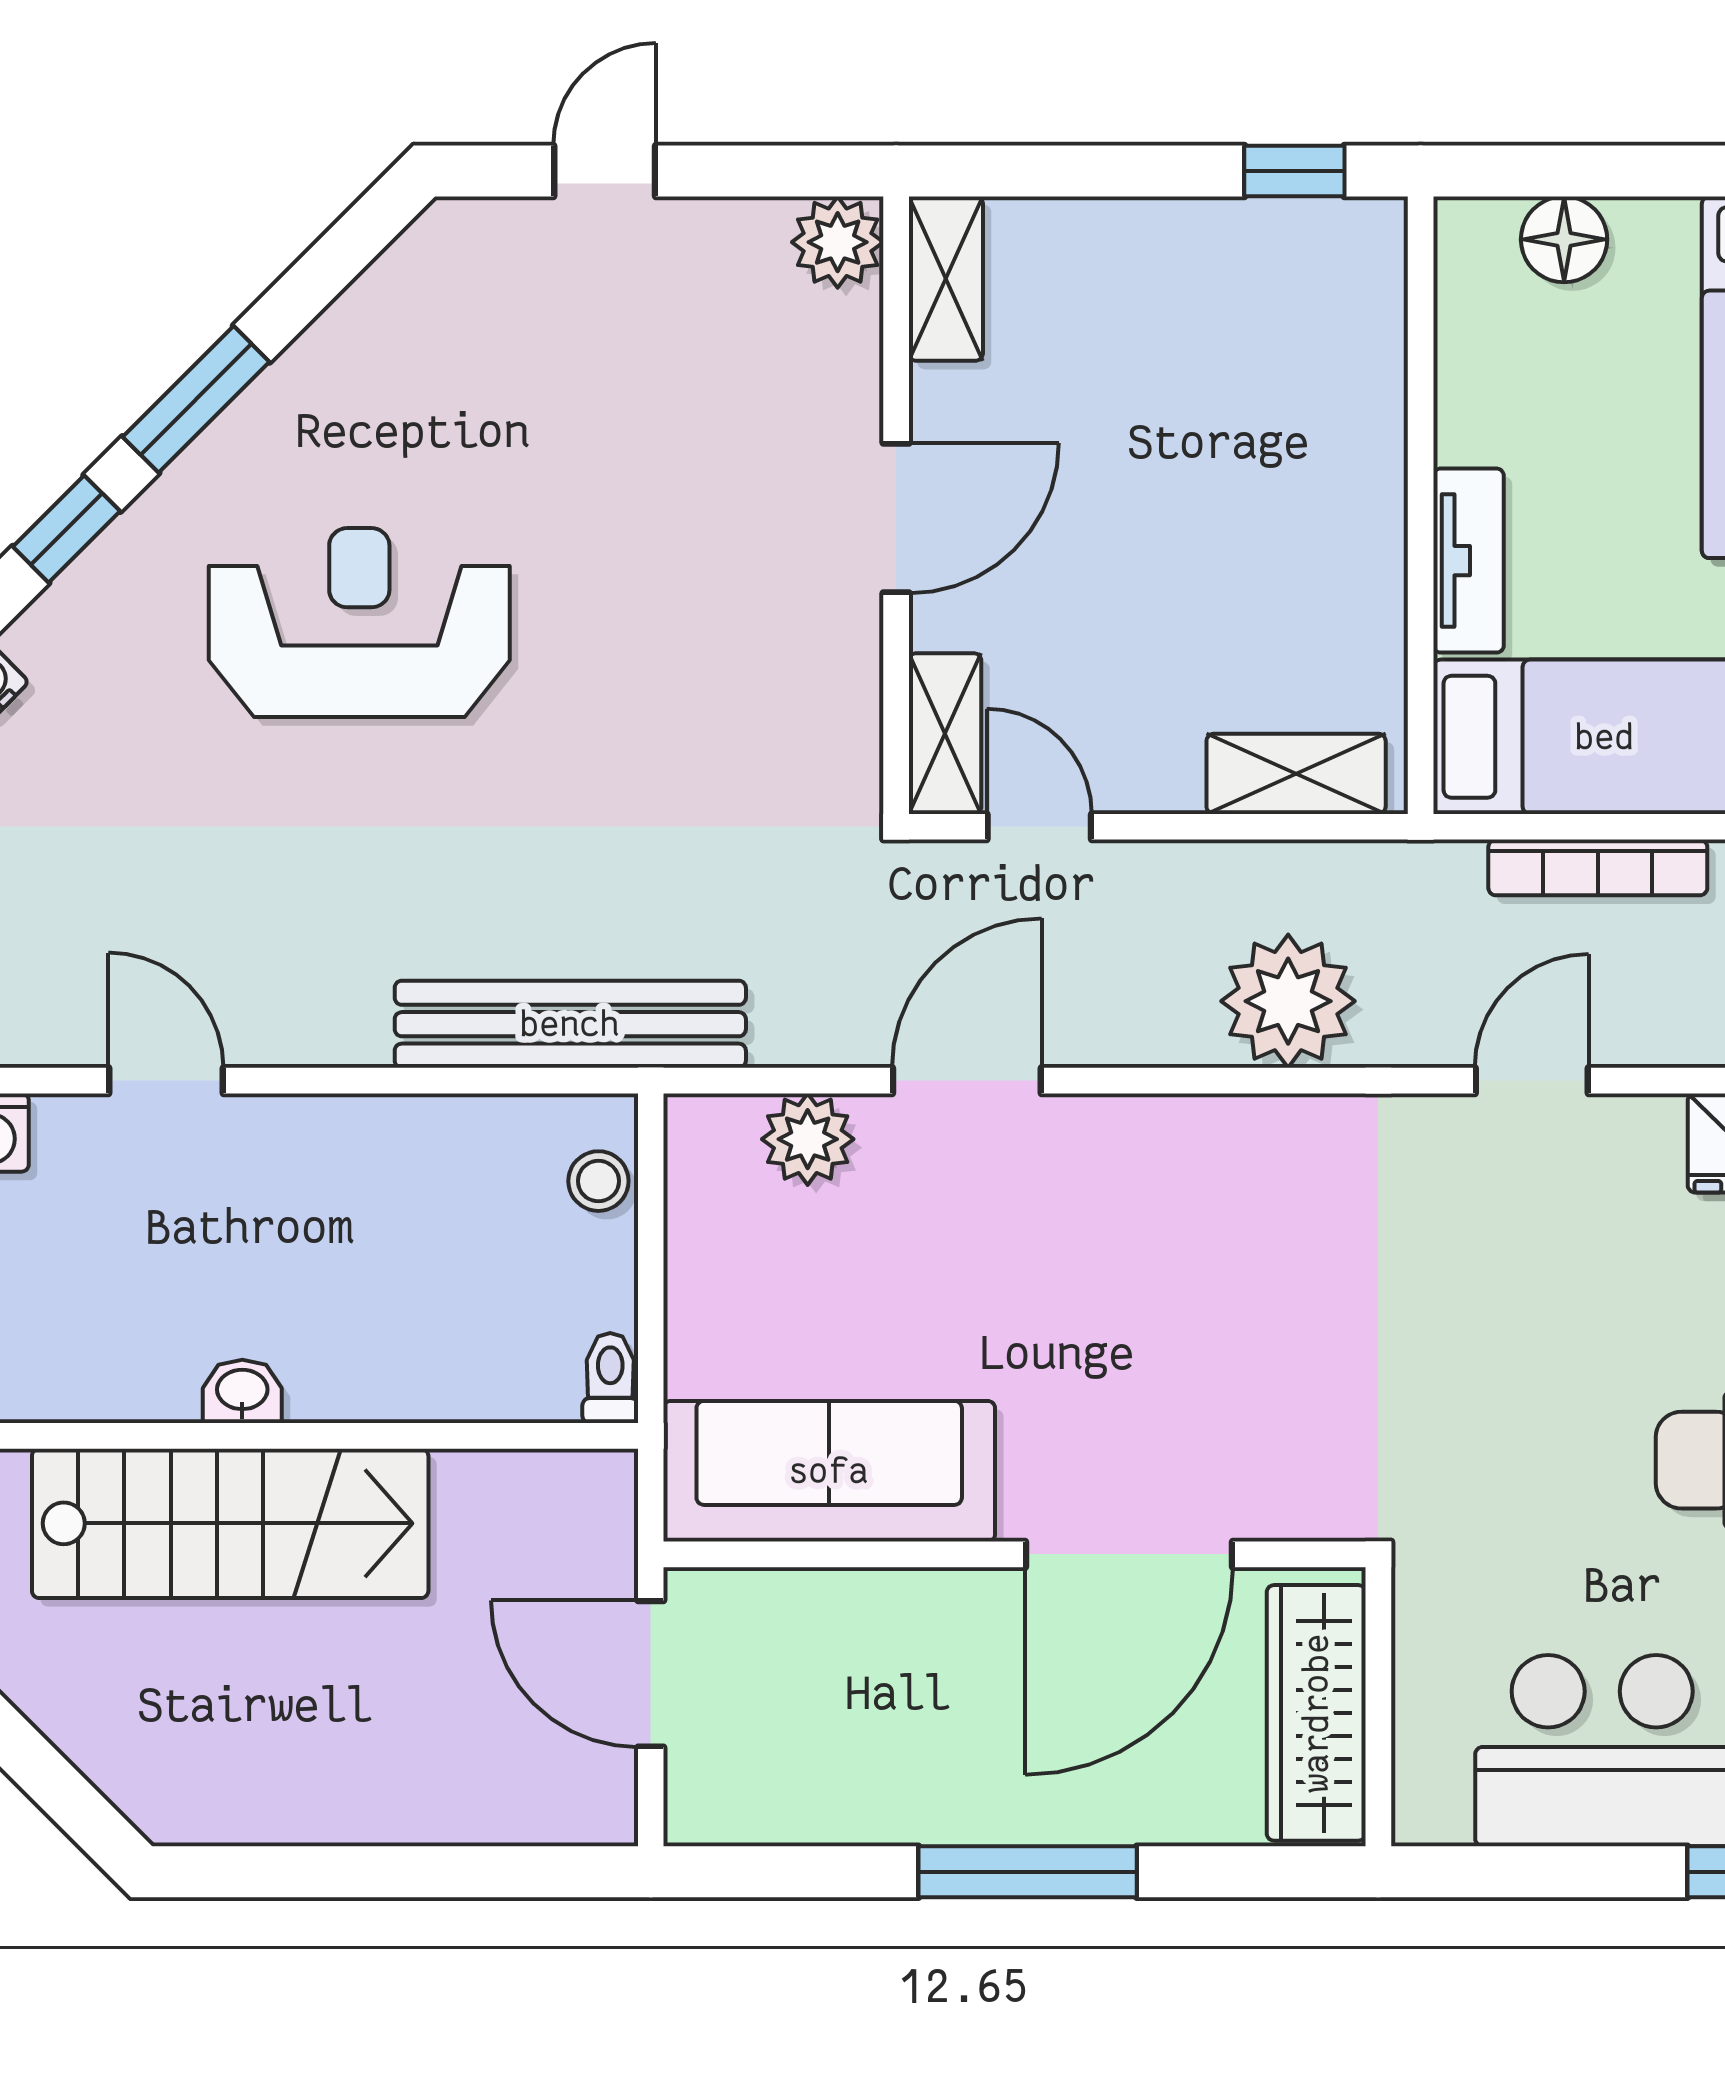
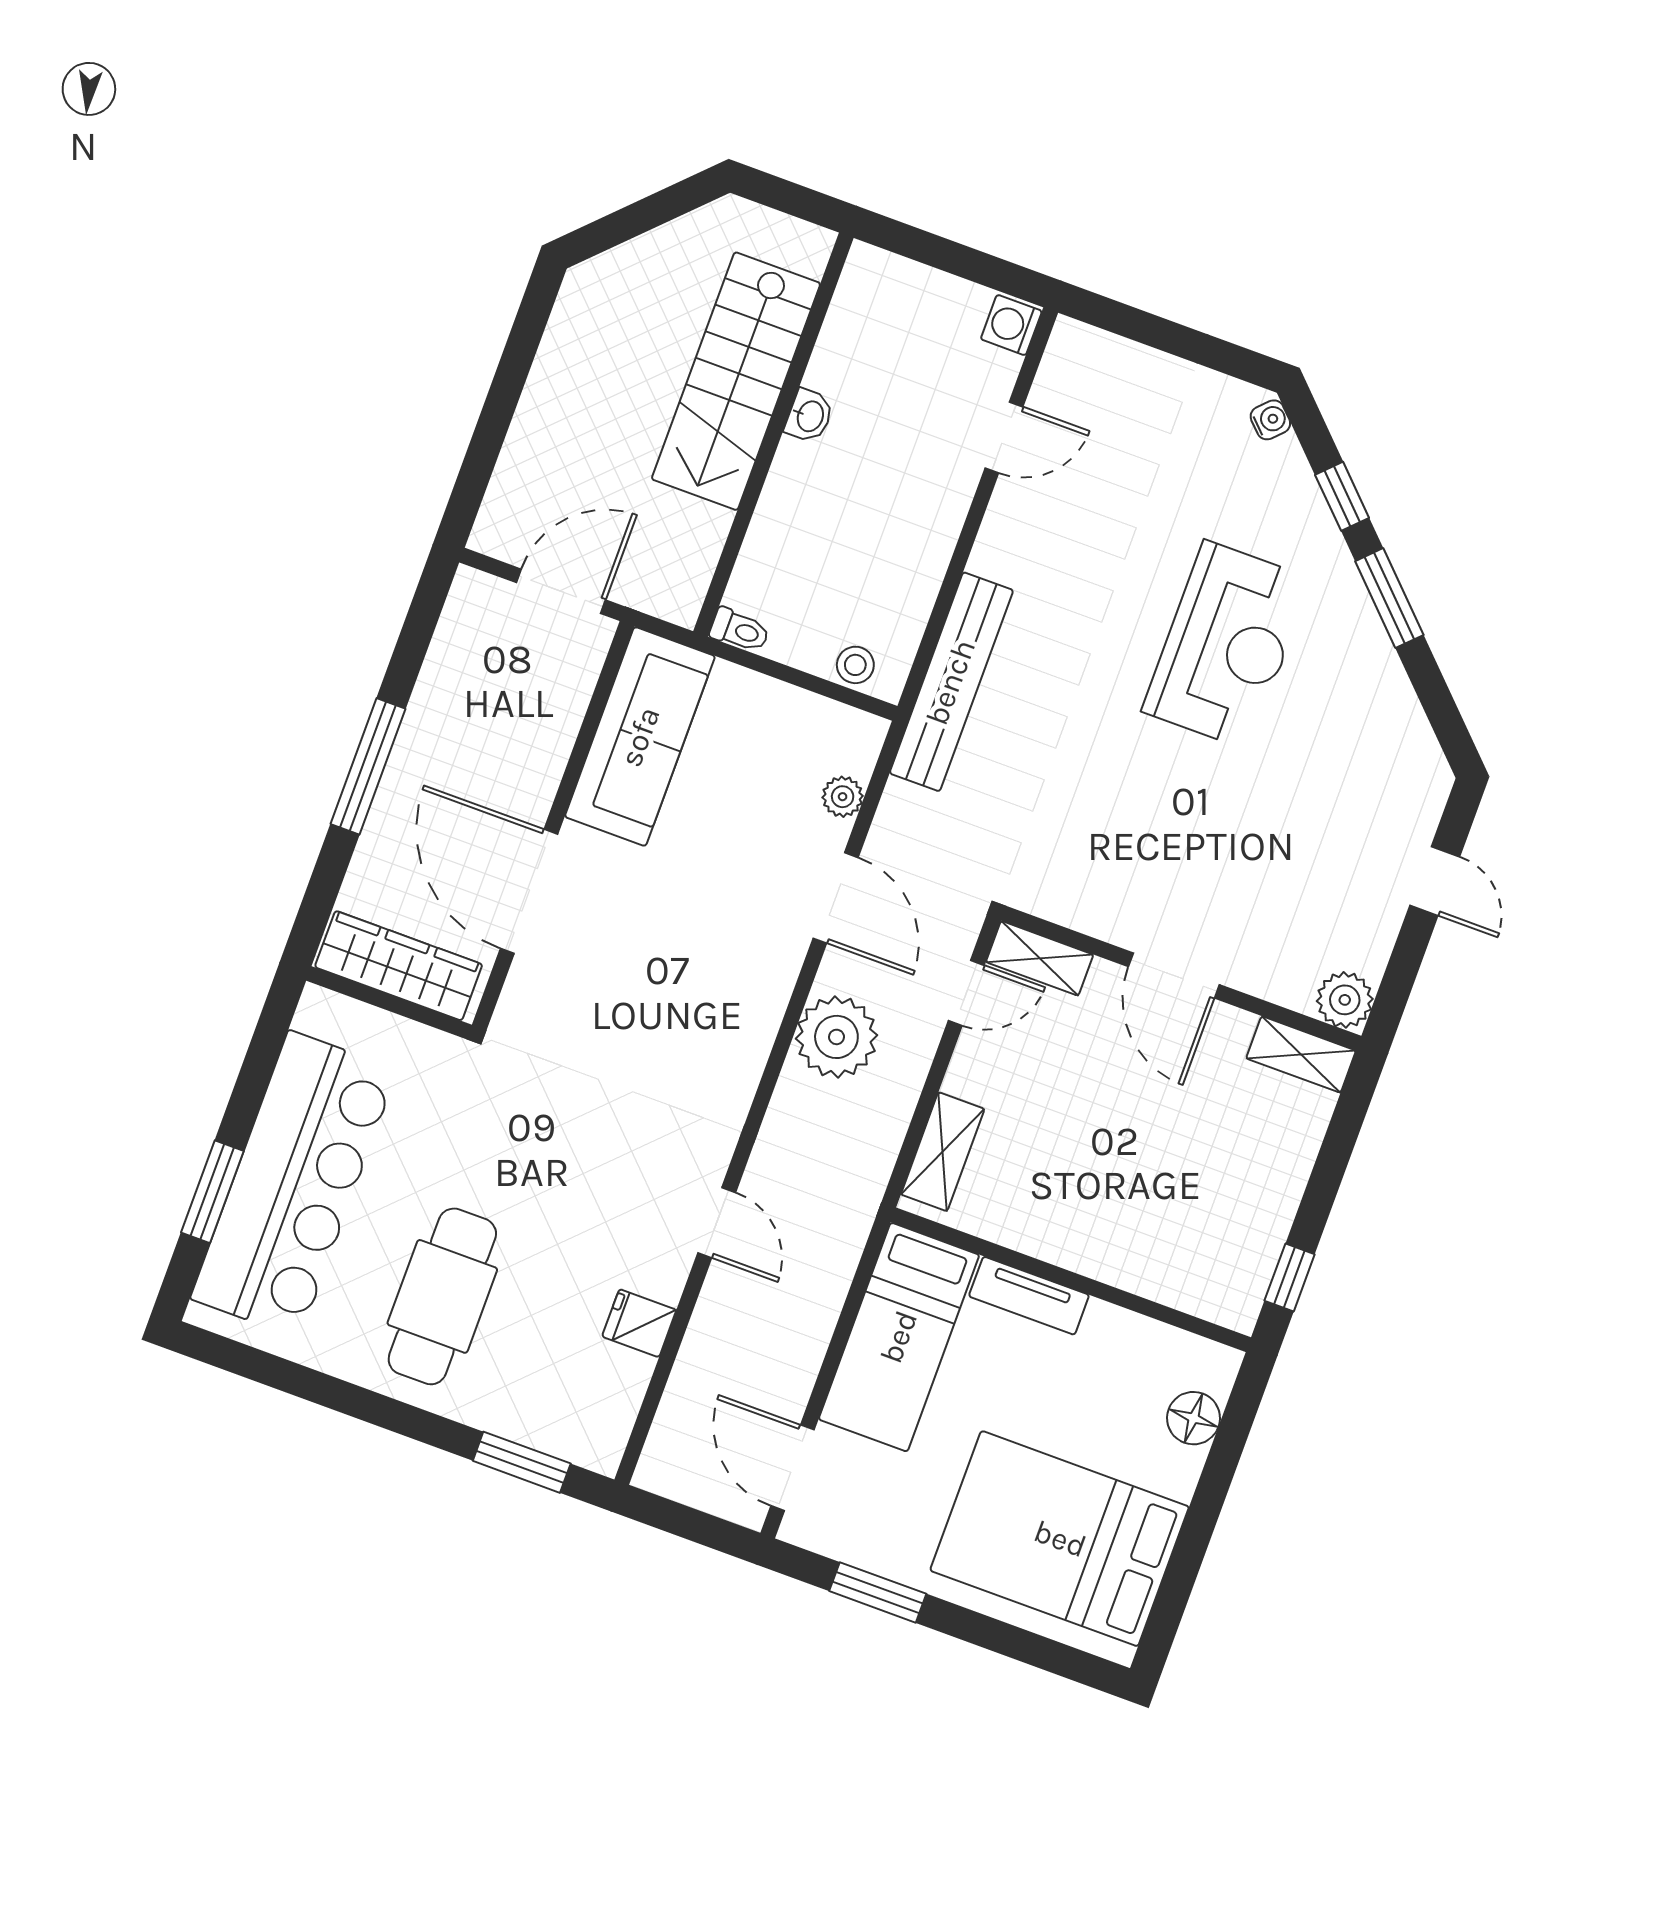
bookcase: (1598, 867) -> (825, 1305), removed
plant: (1288, 1001) -> (836, 1037), moved
plant: (808, 1139) -> (843, 797), width x0.73, depth x0.73

